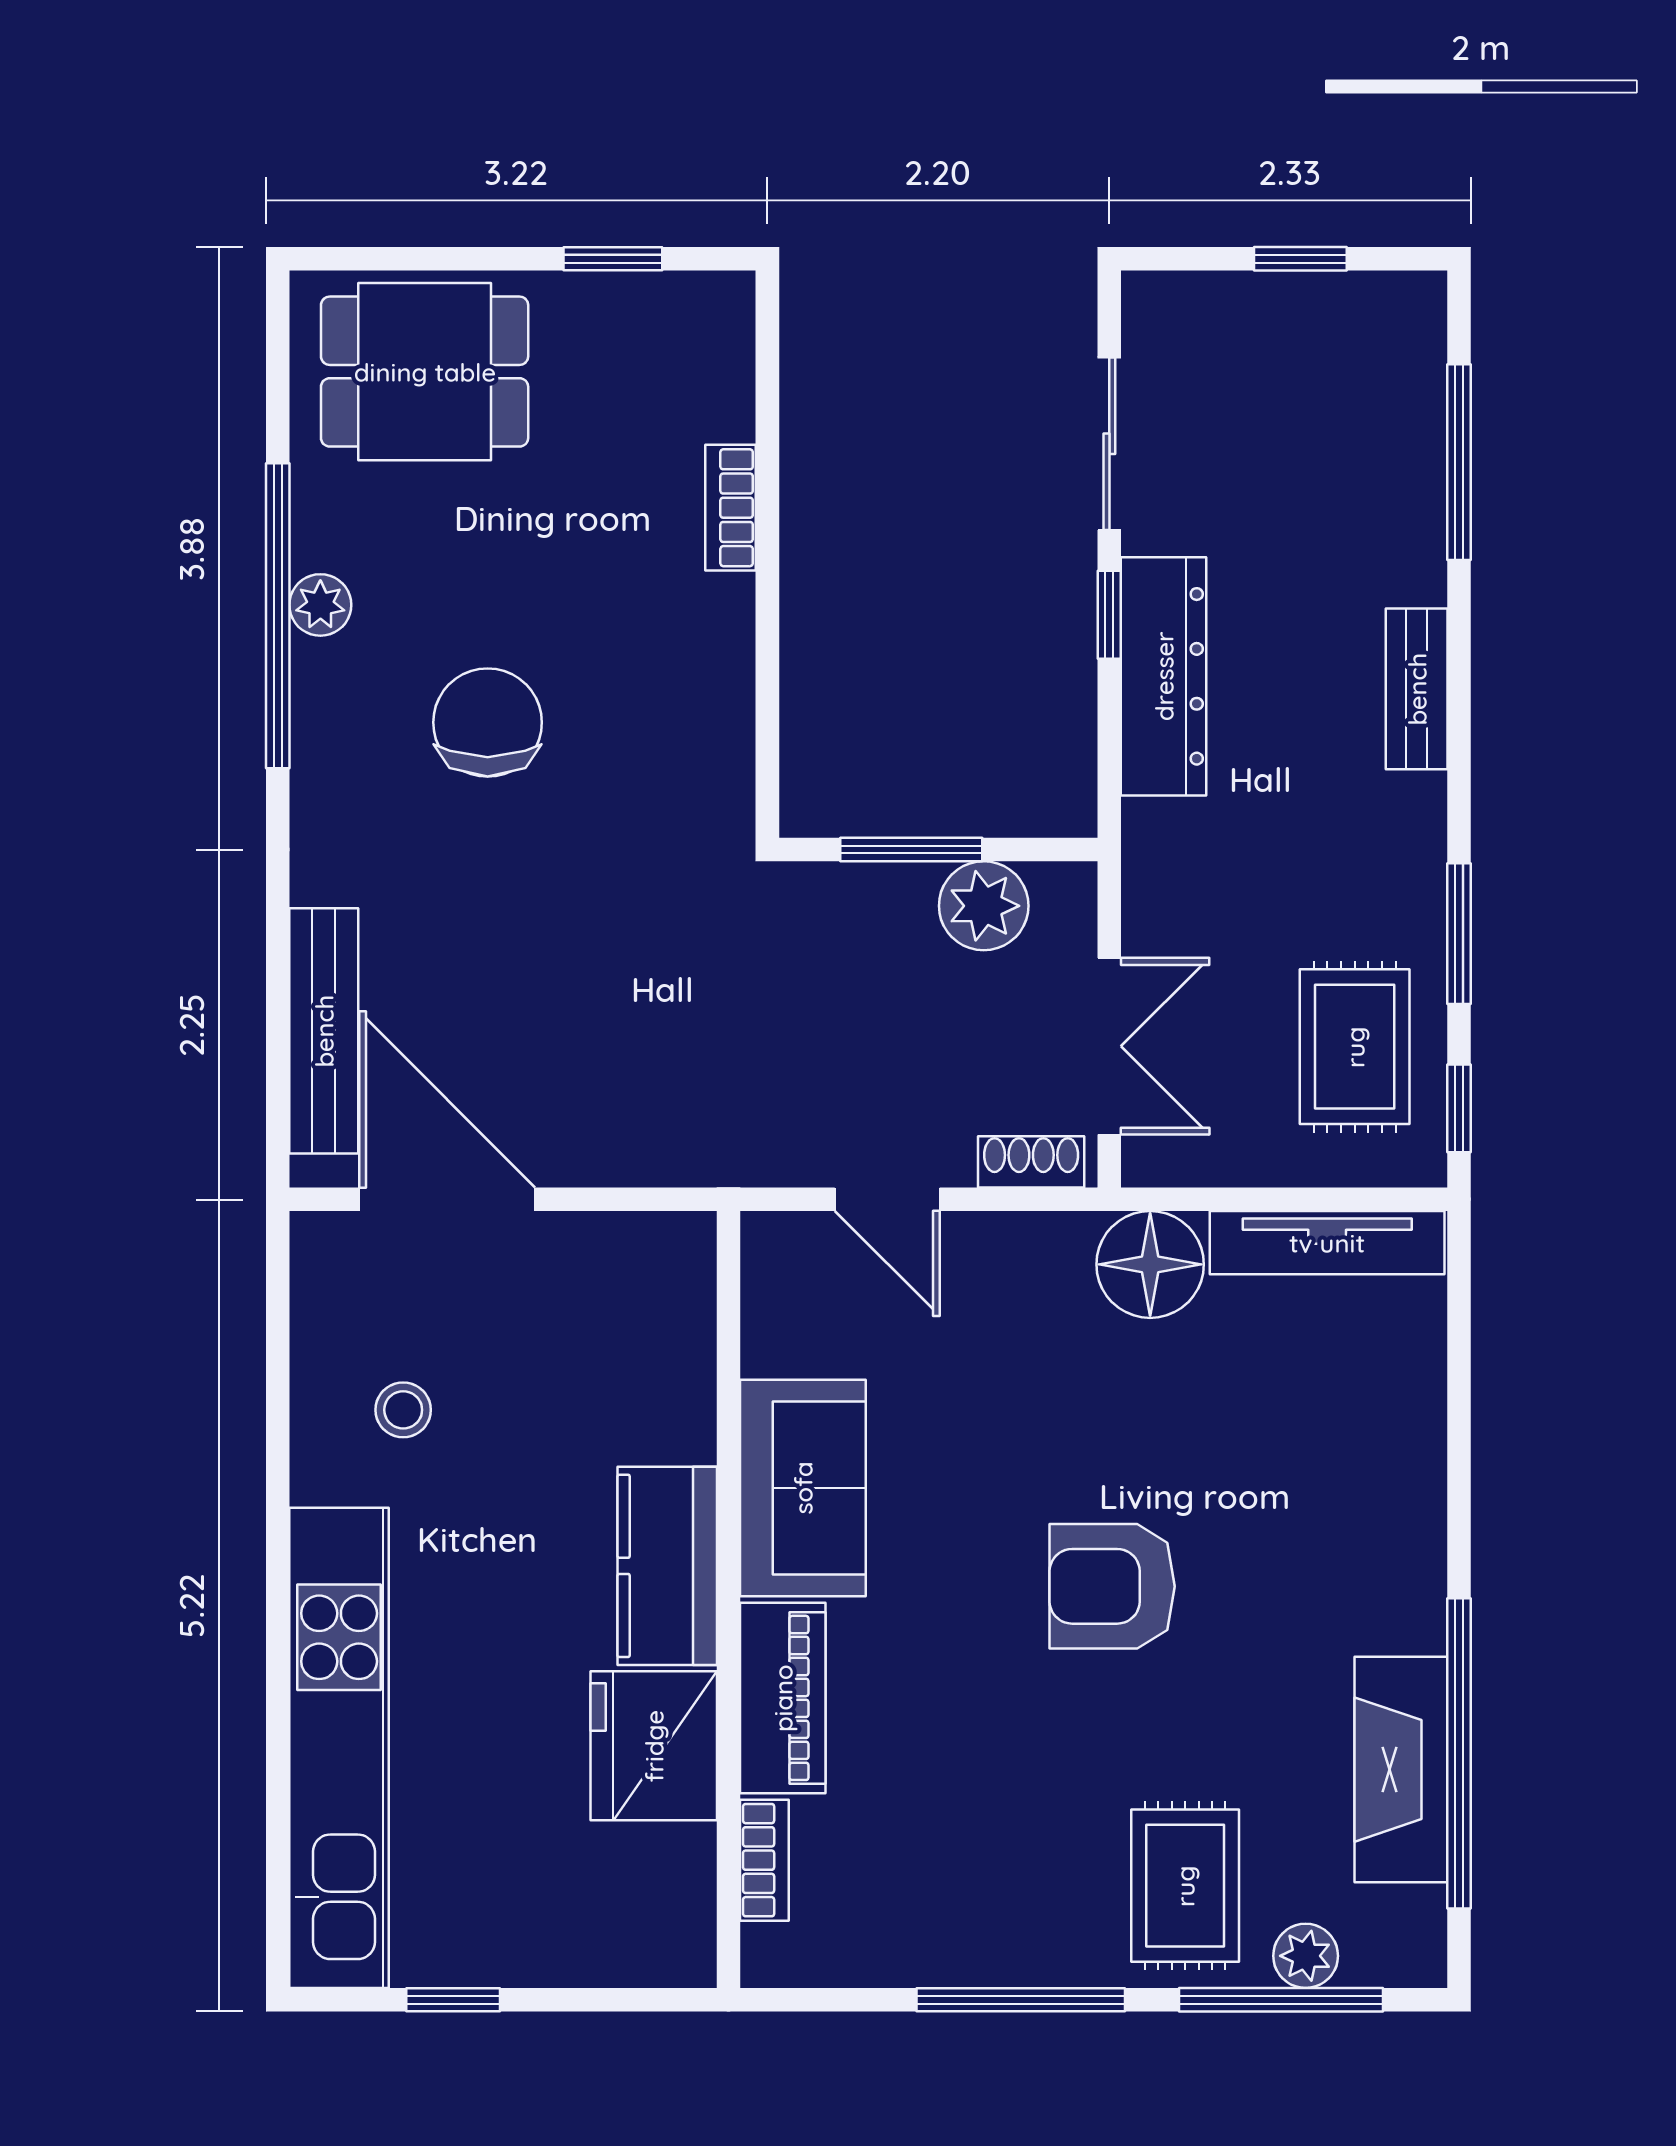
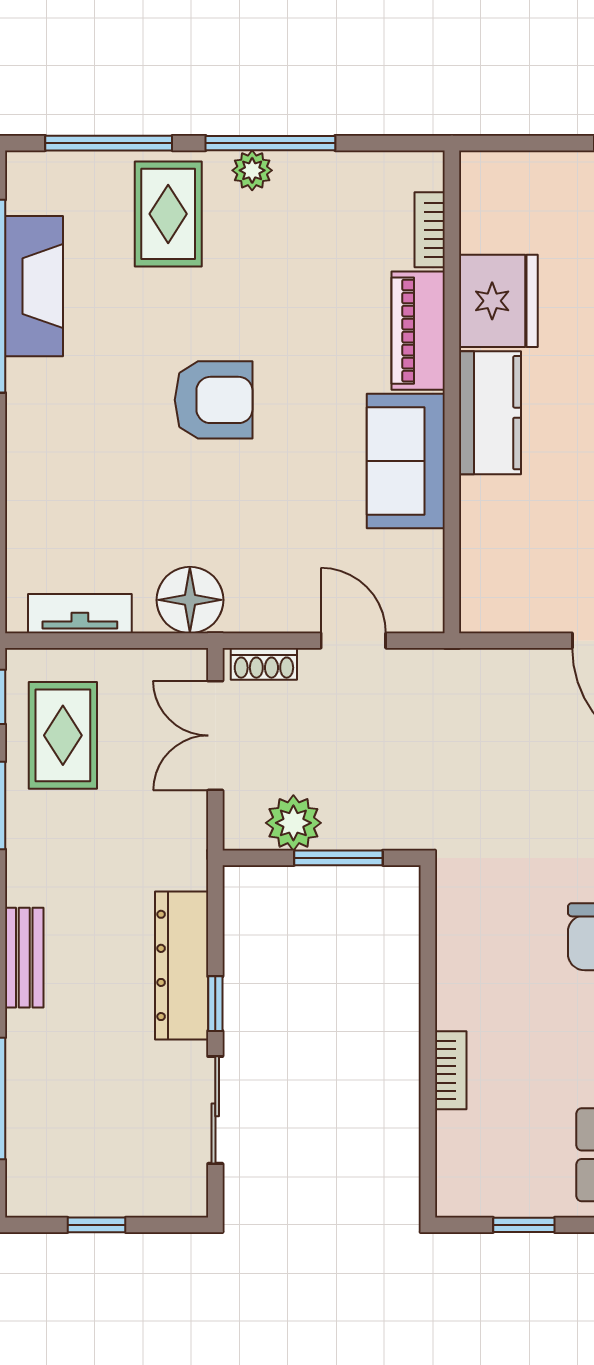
tv unit: (1327, 1243) -> (80, 614), width x0.71
plant: (1306, 1956) -> (252, 170), moved

